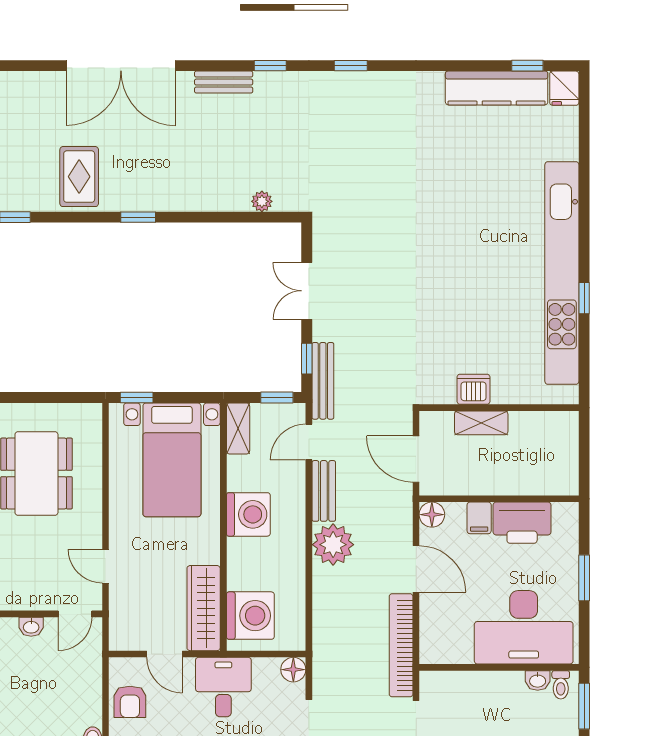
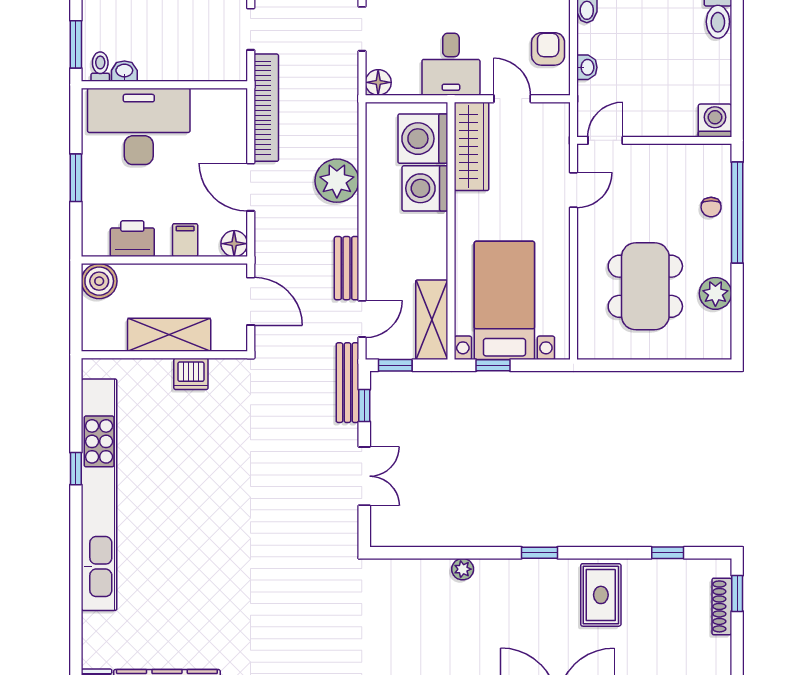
plant: (262, 201) -> (463, 569), moved
window: (137, 398) -> (493, 365), moved
shelving: (481, 423) -> (169, 335), width x1.50, depth x1.33
shelving: (238, 428) -> (432, 320), width x1.50, depth x1.33
boiler: (562, 478) -> (99, 281), added
washing machine: (248, 514) -> (425, 188), moved
printer: (522, 523) -> (132, 239), width x0.73, depth x0.84
plant: (333, 545) -> (337, 181), moved
door: (106, 566) -> (573, 190), hinge flipped
washbasin: (31, 627) -> (587, 67), moved, turned 90

